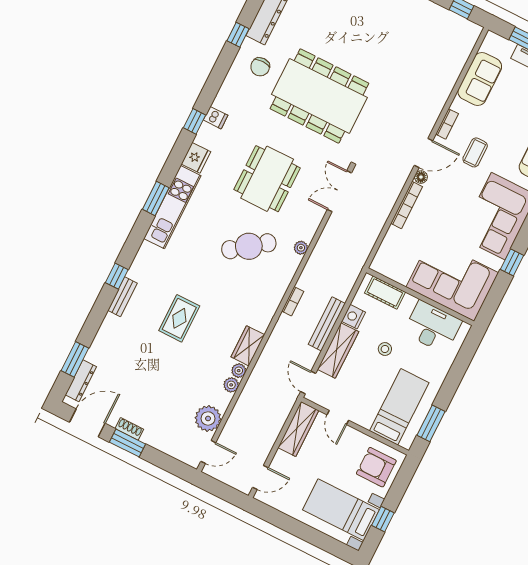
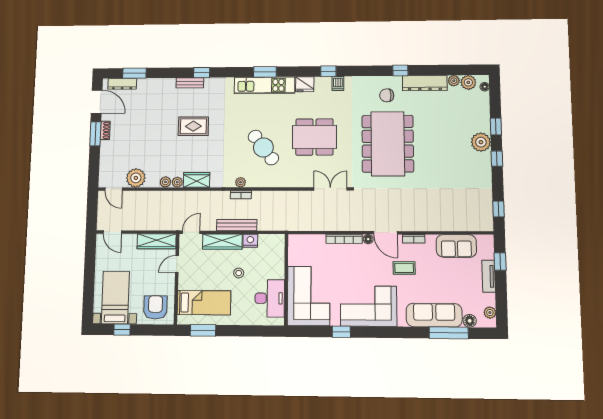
plant: (301, 248) -> (241, 182), moved
cot: (385, 293) -> (277, 254), removed

